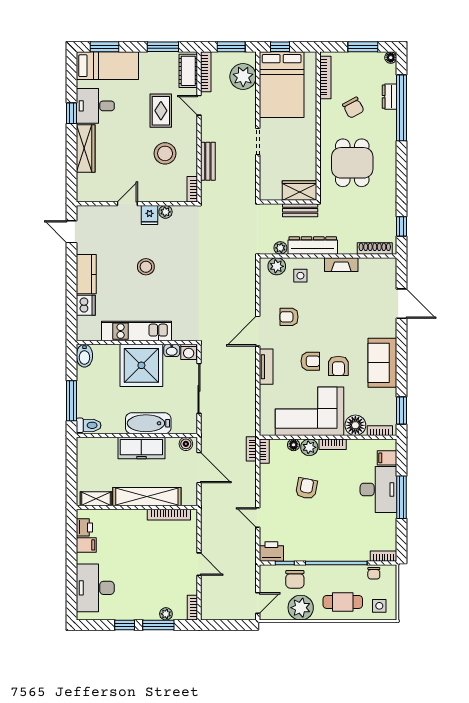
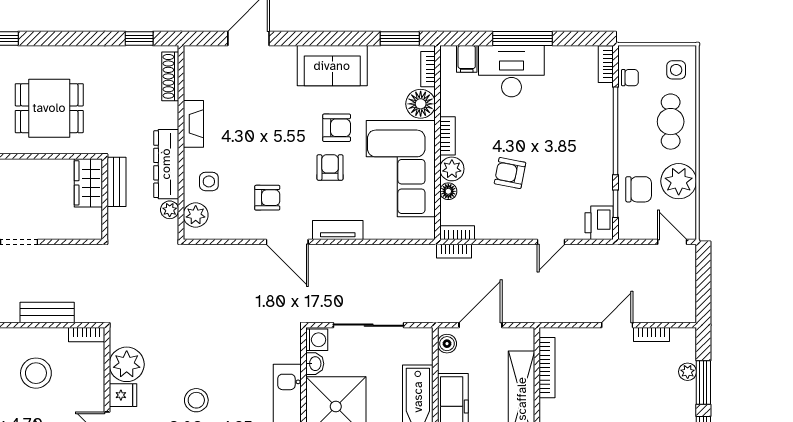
plant: (165, 212) -> (127, 364), width x1.88, depth x1.88
armchair: (289, 317) -> (267, 198), turned -90
bookcase: (192, 608) -> (651, 335), moved

